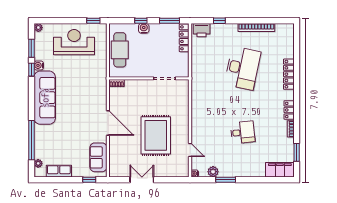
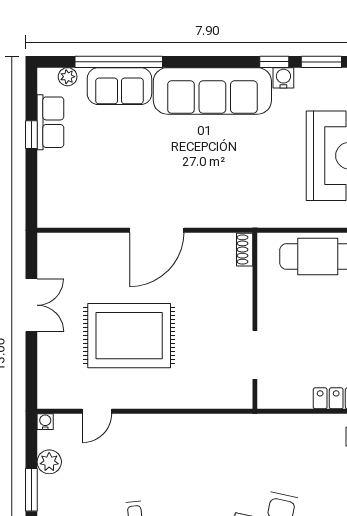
sofa: (98, 157) -> (119, 86), moved, turned 180
window: (89, 180) -> (31, 135), moved

